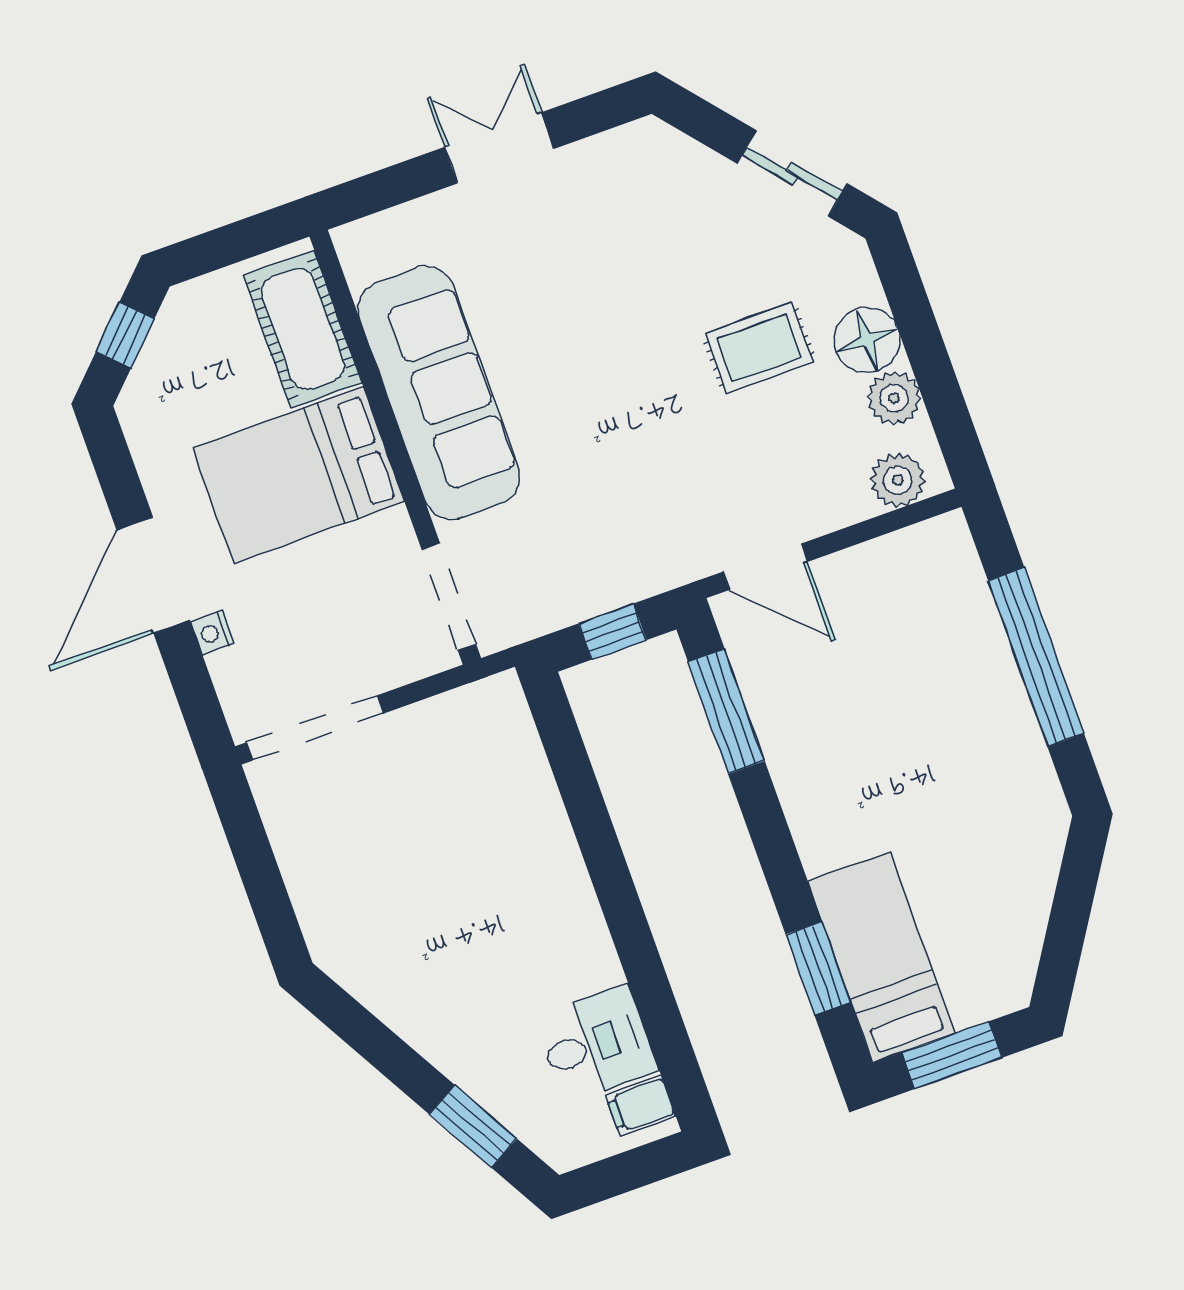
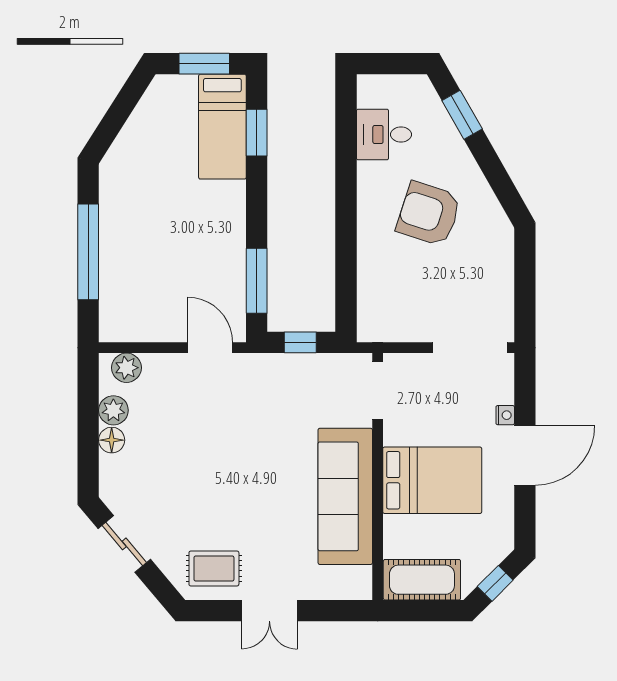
cot: (303, 329) -> (422, 580), moved, turned 90
floor lamp: (867, 340) -> (112, 440), width x0.73, depth x0.73
rug: (759, 348) -> (214, 568), moved
armchair: (470, 934) -> (429, 214), added
filing cabinet: (641, 1106) -> (373, 95), removed

